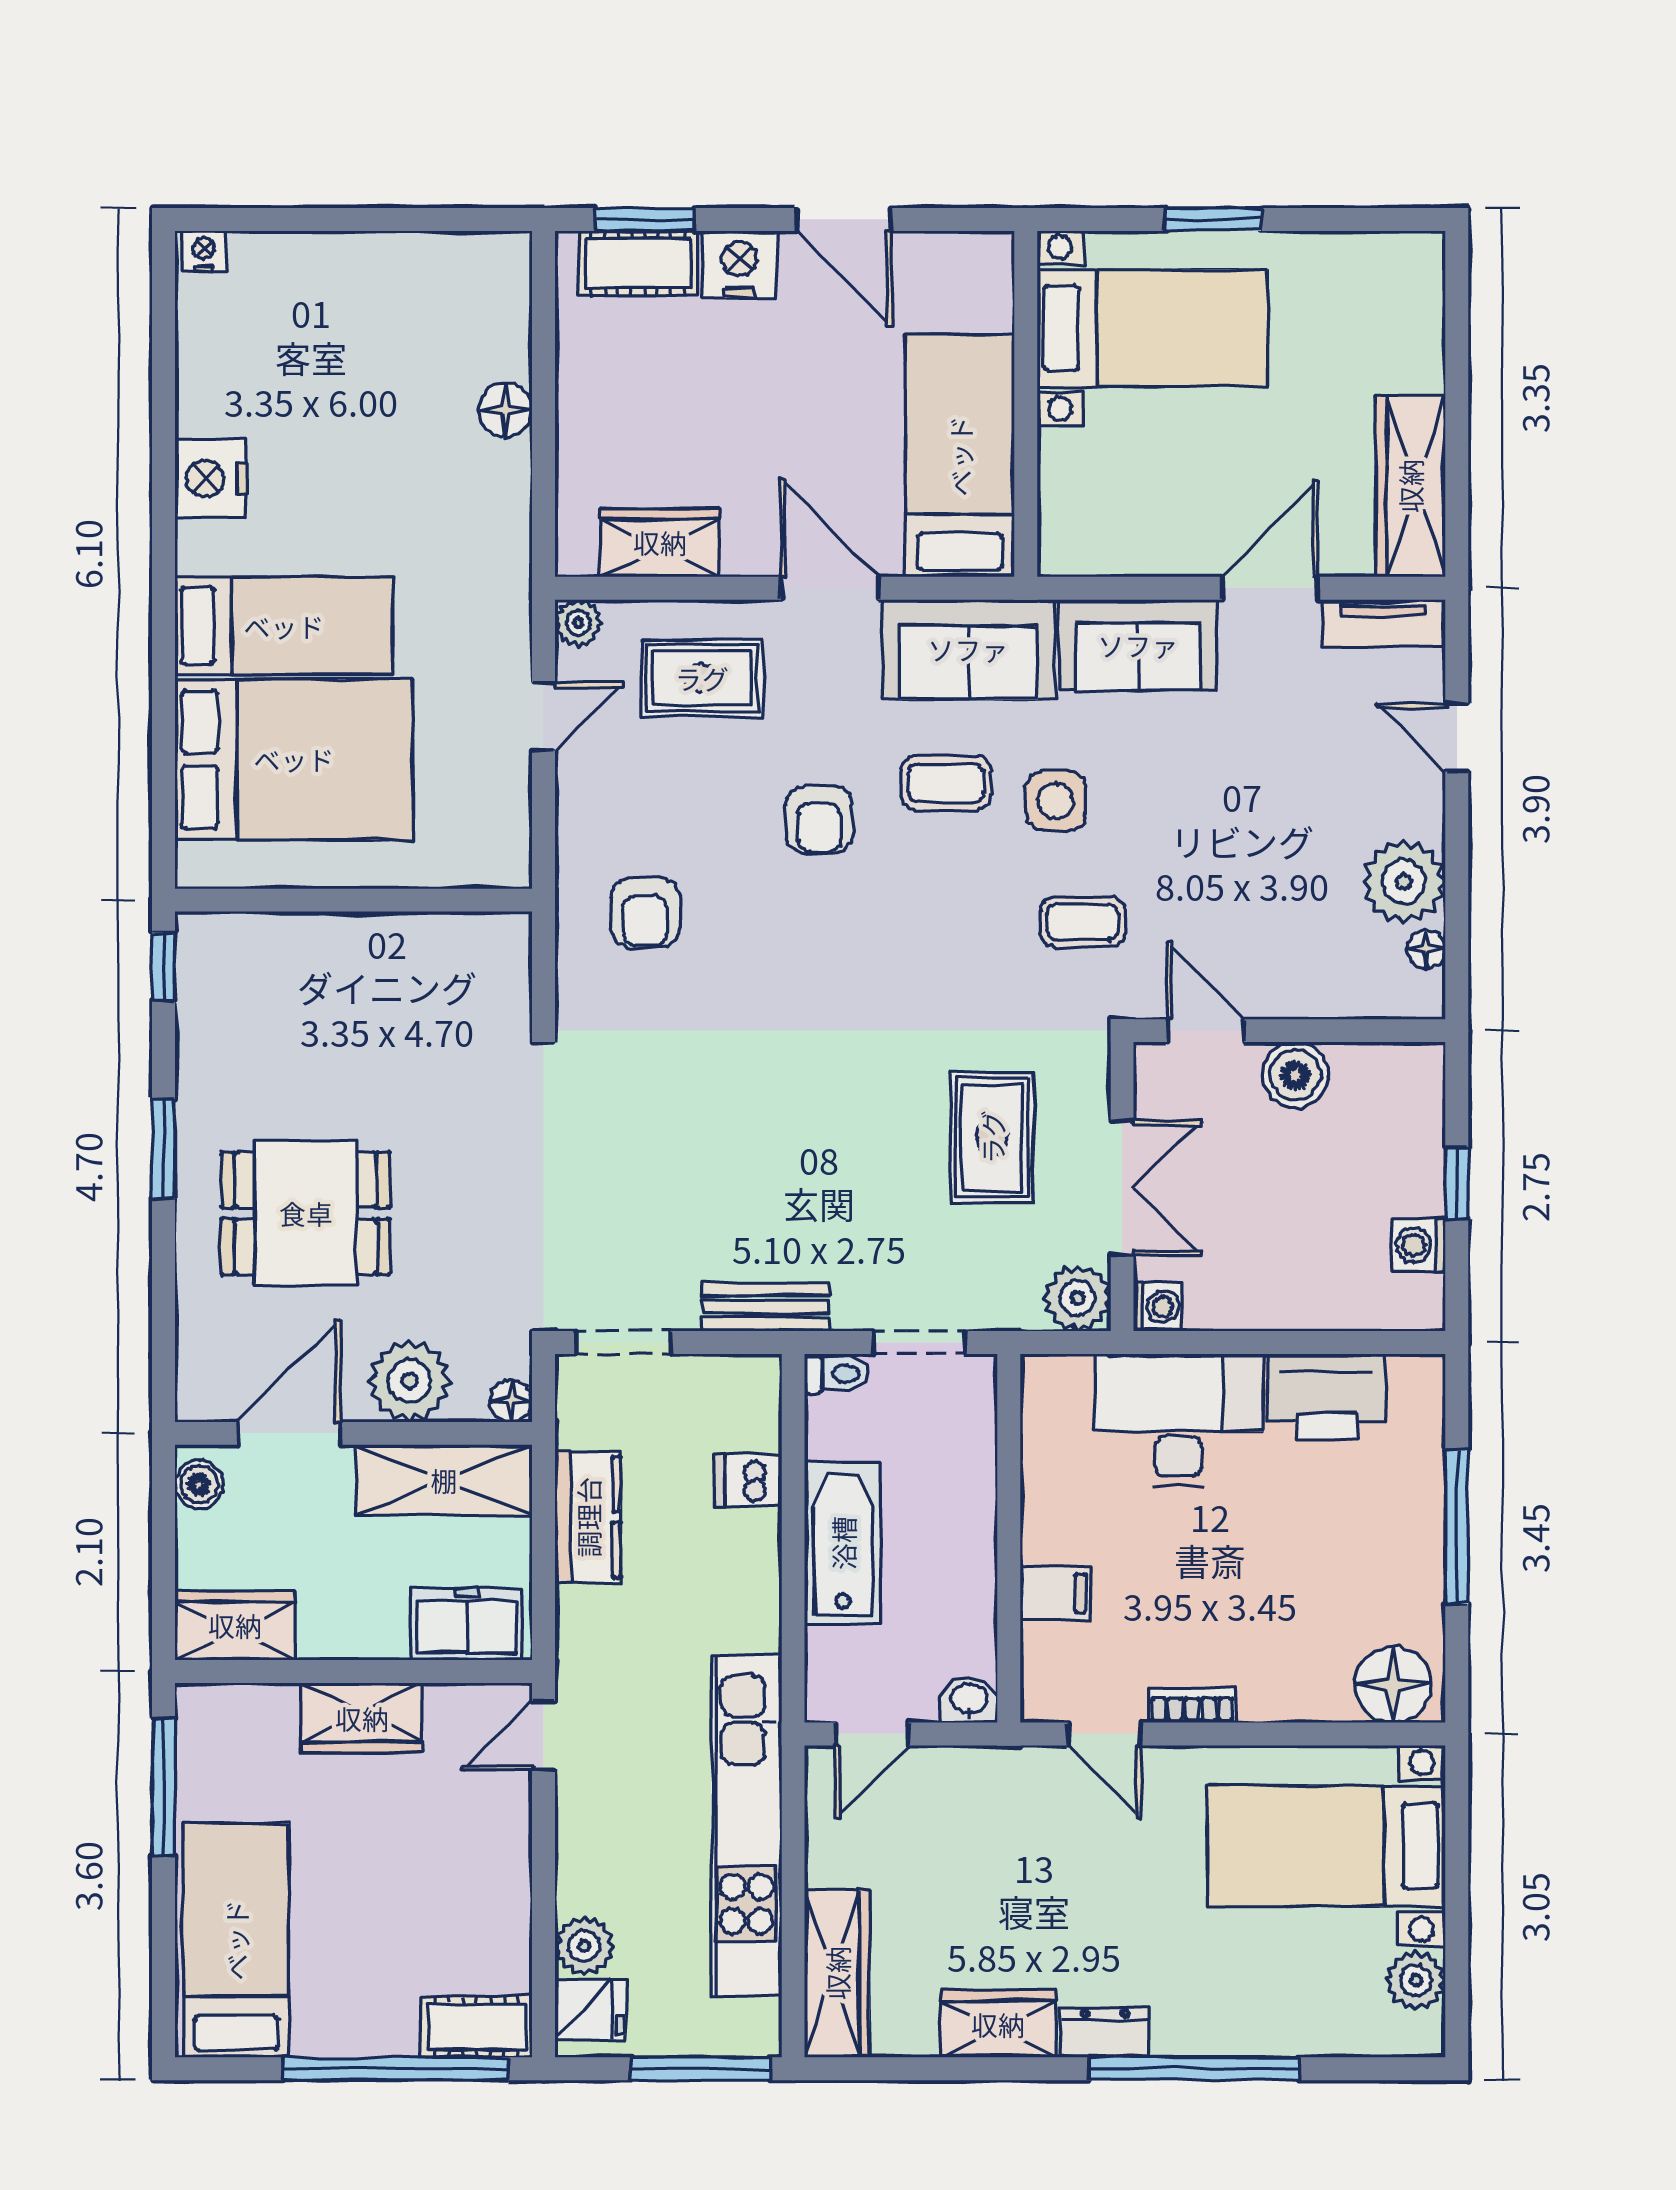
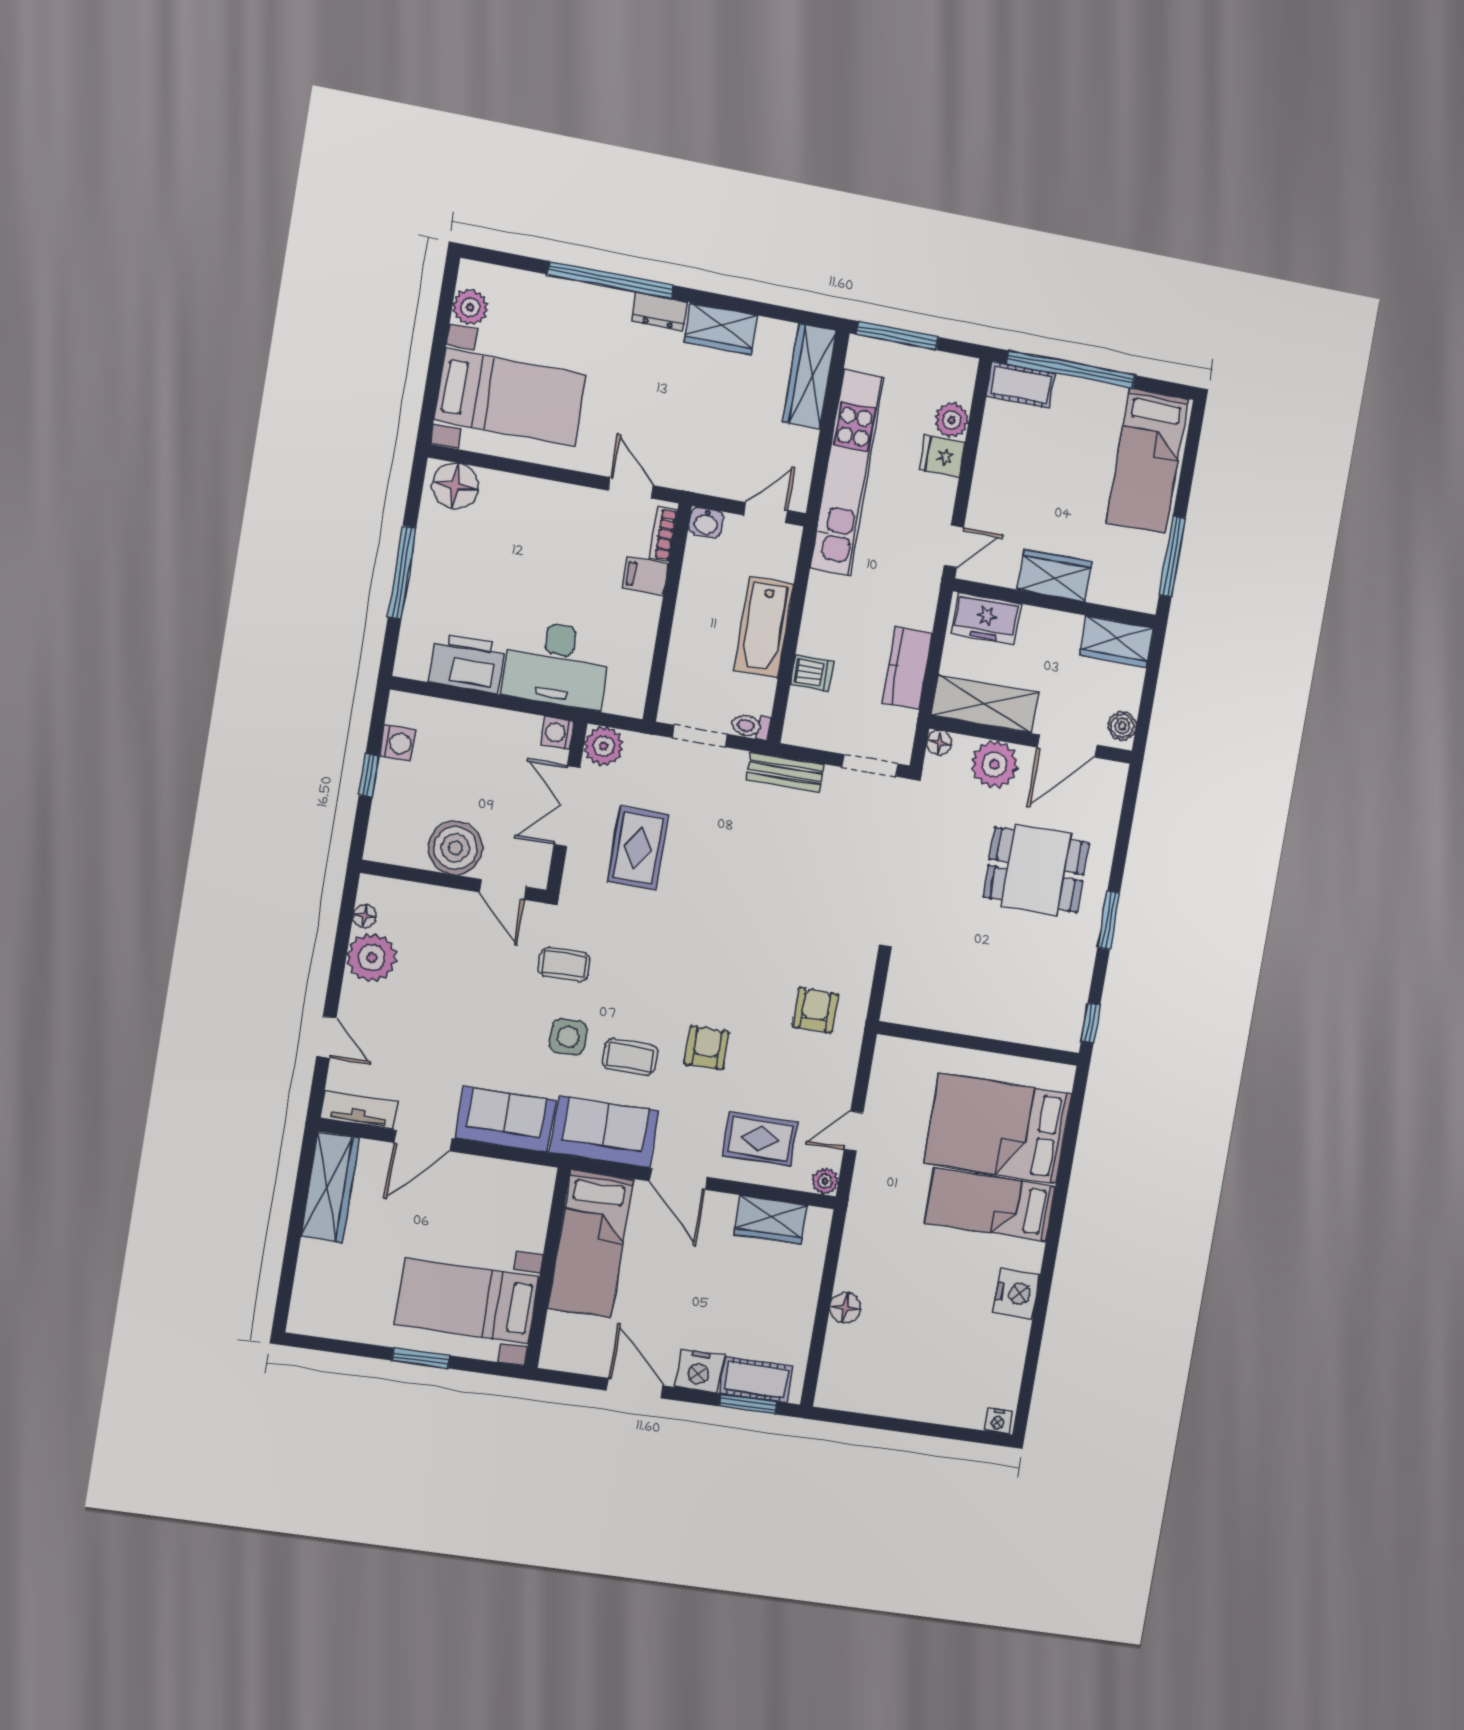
boiler: (1295, 1075) -> (456, 848), width x1.37, depth x1.37
bookcase: (1192, 1705) -> (663, 534), moved, turned 90
fridge: (590, 2009) -> (942, 456), moved

